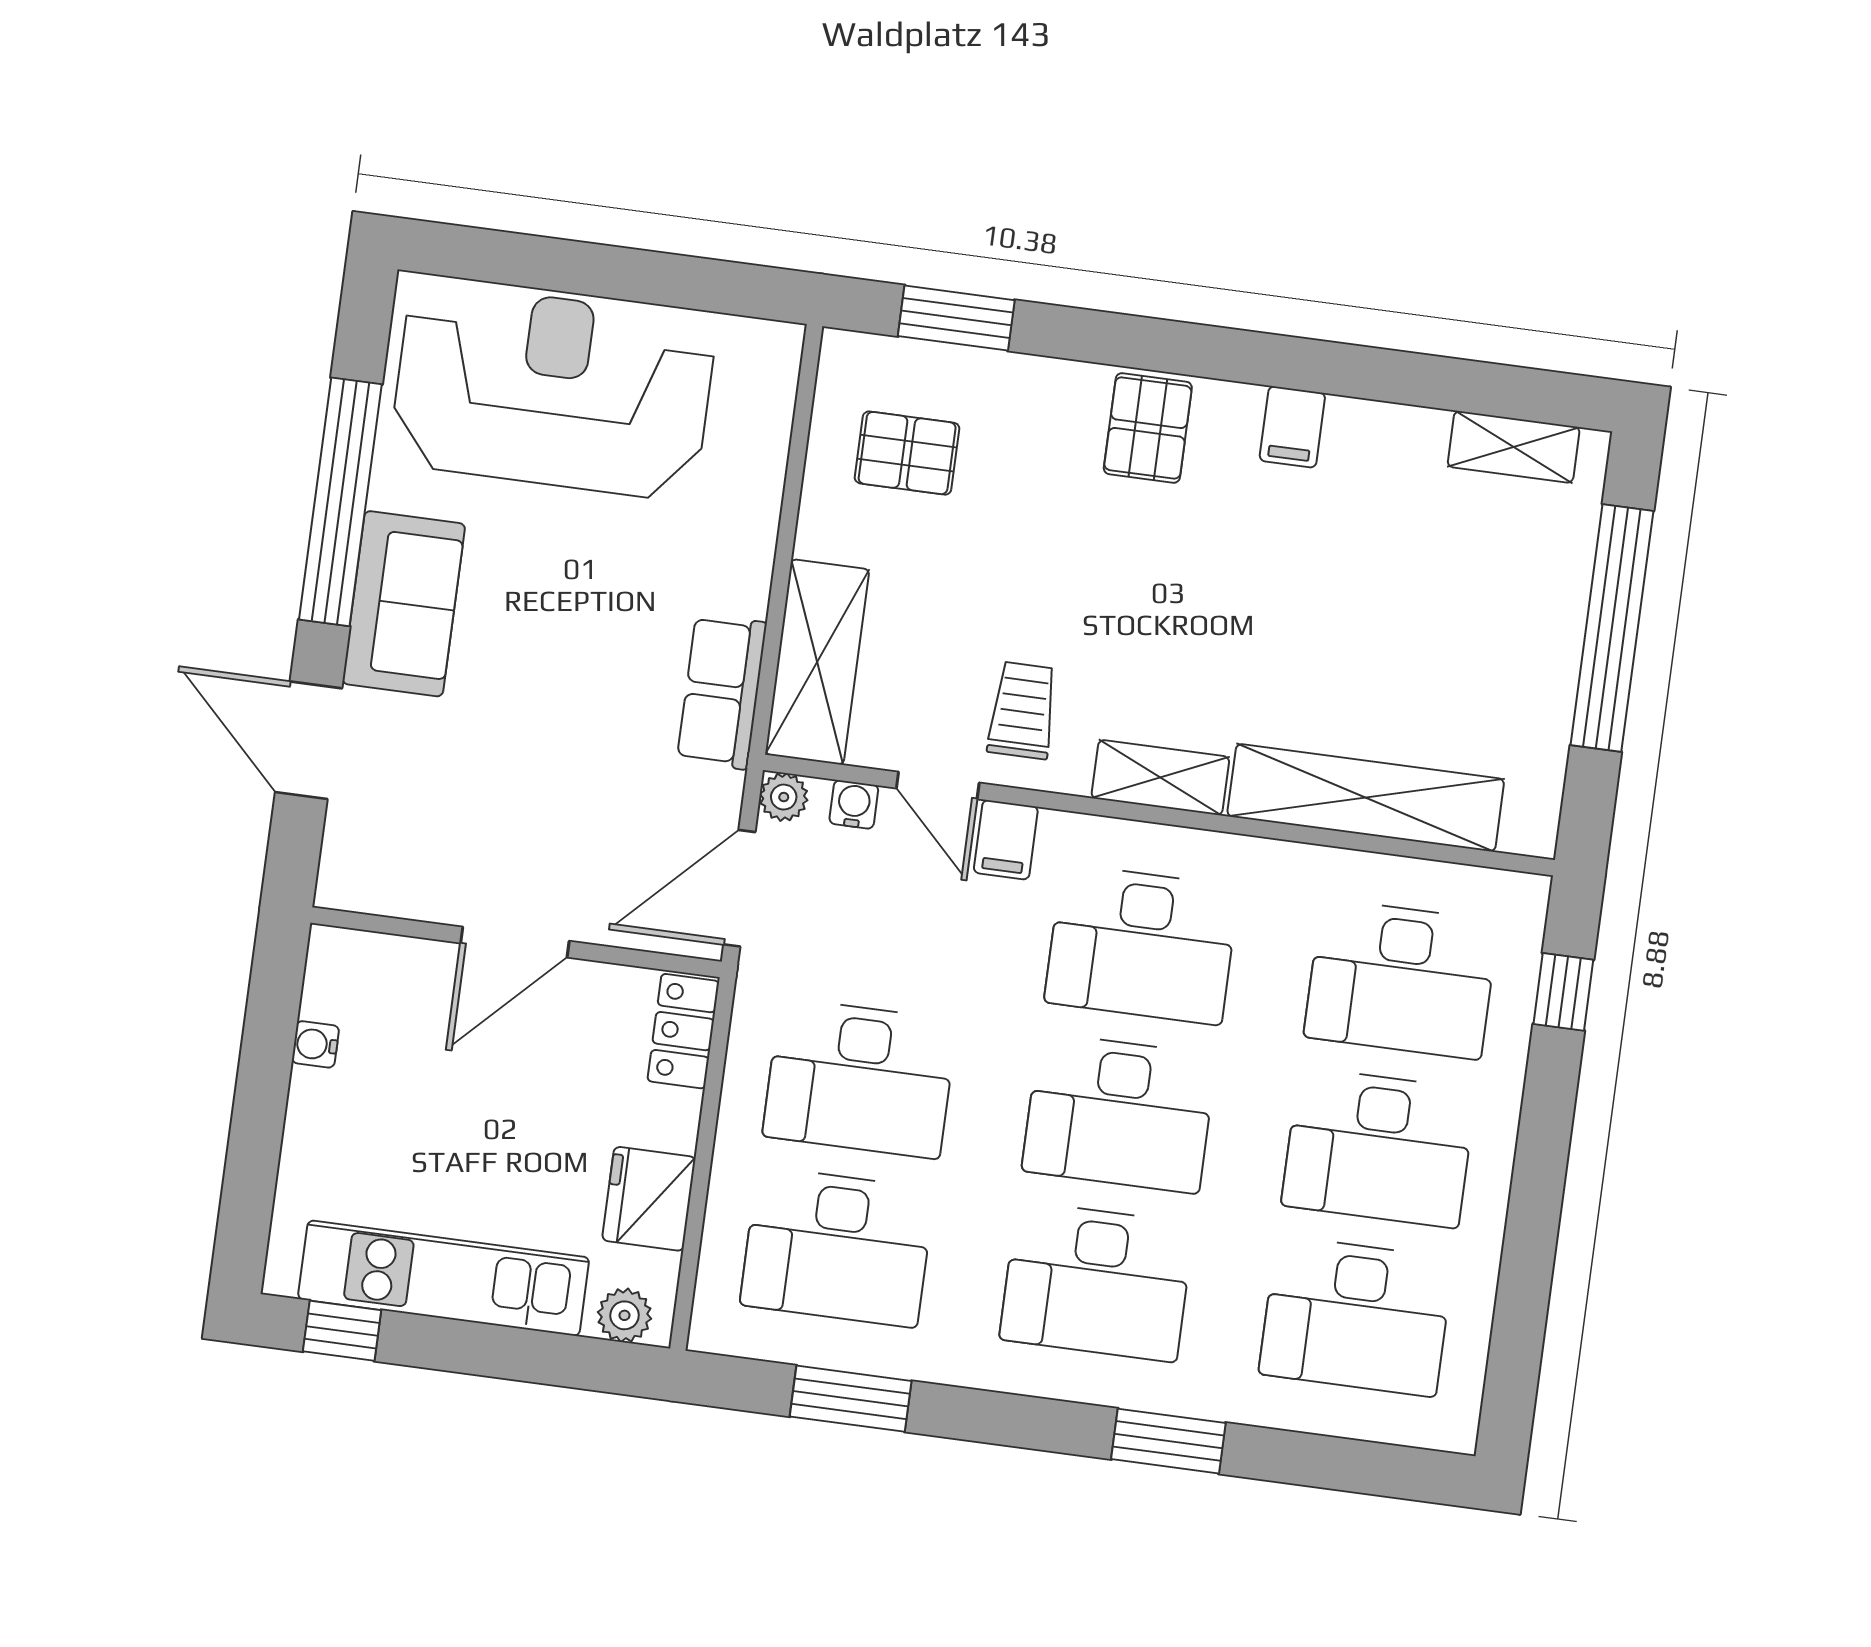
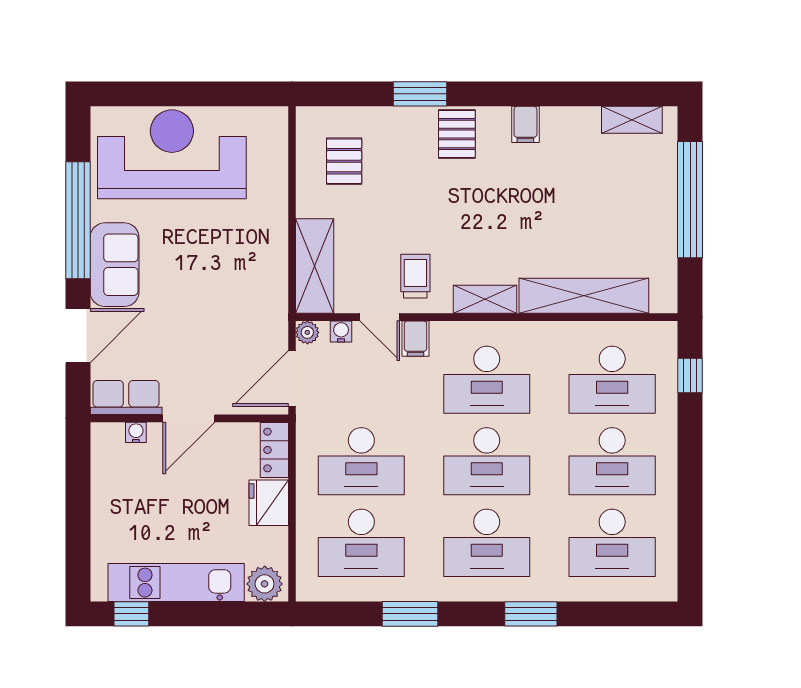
window: (956, 318) -> (420, 94), moved
pallet: (907, 453) -> (344, 161), turned 90
row of seats: (722, 692) -> (126, 398), moved, turned 90
door: (309, 740) -> (78, 336), swing flipped
water cooler: (315, 1044) -> (136, 432), moved, turned 90
fridge: (649, 1199) -> (269, 503), moved
plant: (625, 1315) -> (265, 584), width x1.38, depth x1.38
window: (851, 1399) -> (410, 614), moved

